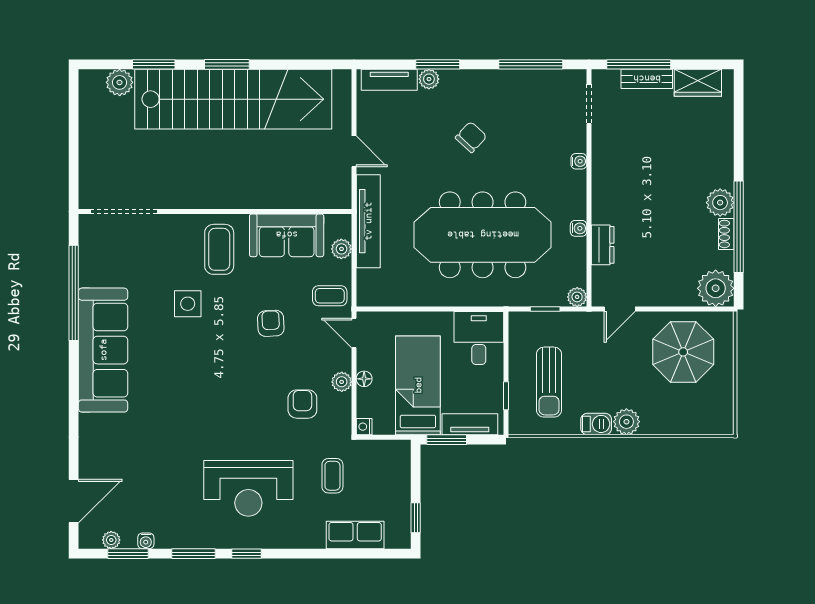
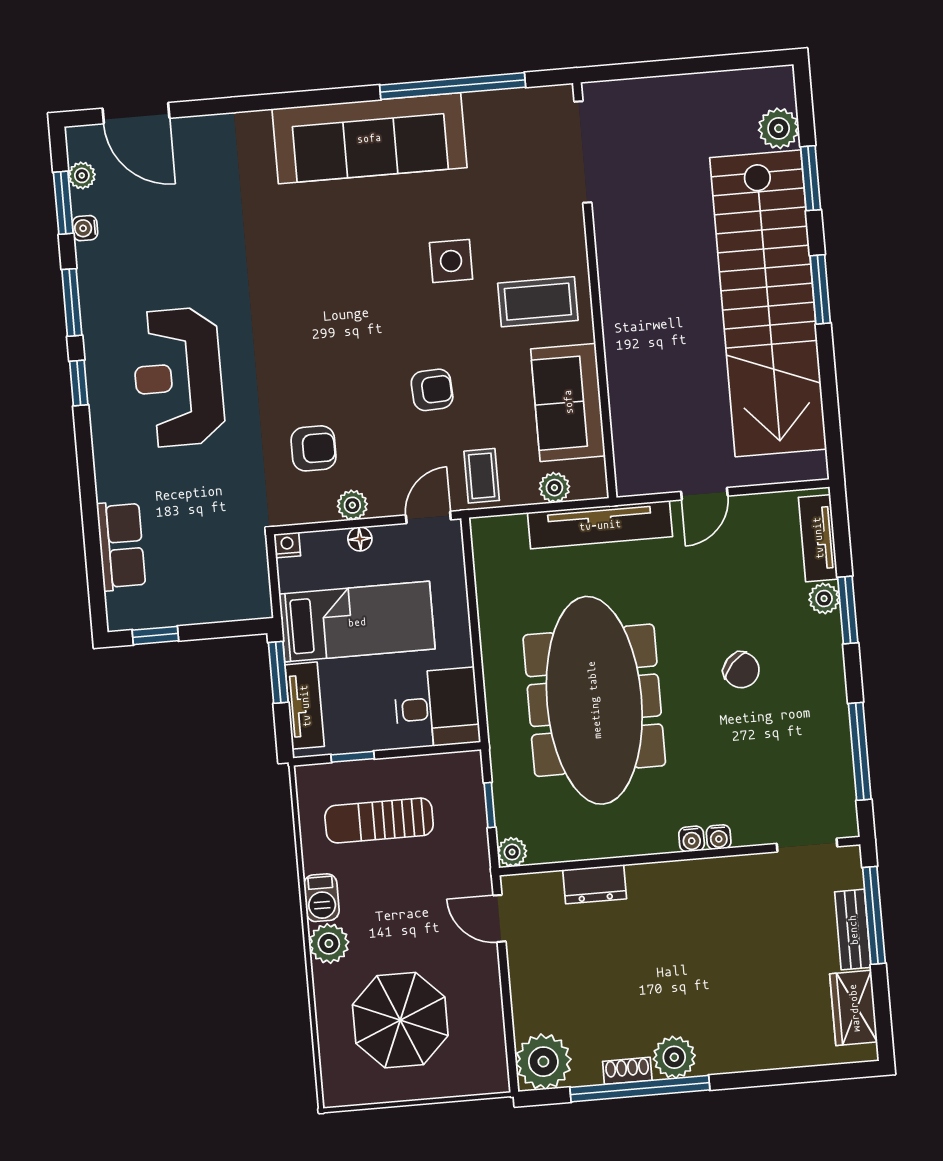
water cooler: (579, 228) -> (692, 839), moved
parasol: (683, 352) -> (400, 1020), moved
coffee table: (332, 476) -> (208, 503), removed

